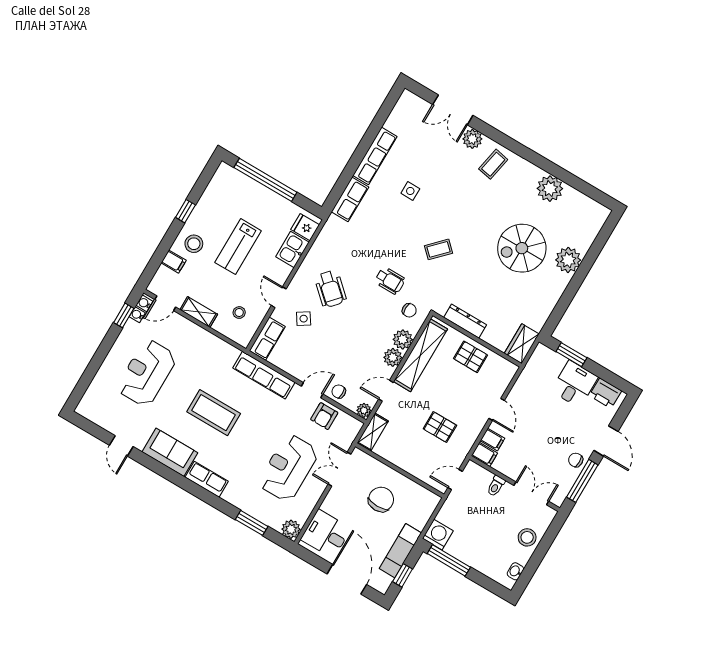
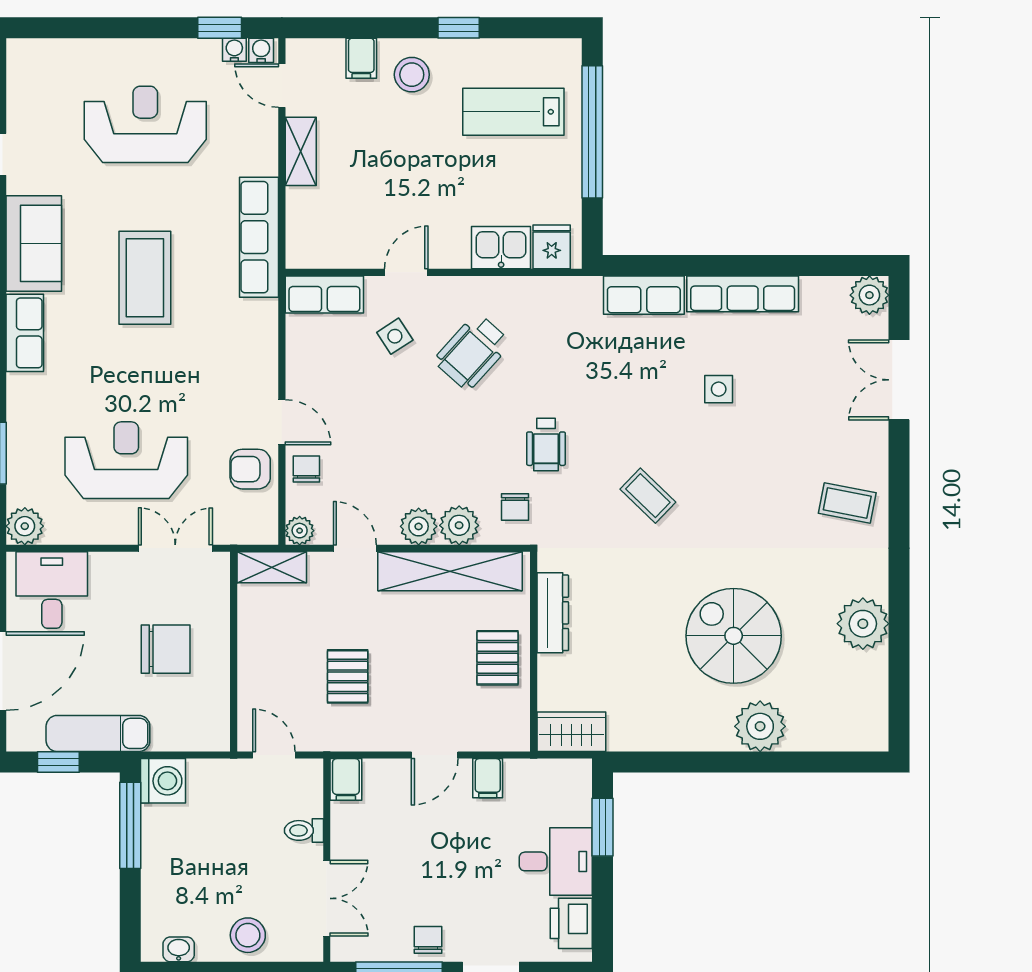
plant: (472, 139) -> (869, 295), moved
lab bench: (238, 247) -> (513, 112), moved
stool: (239, 313) -> (341, 221), removed
row of seats: (264, 375) -> (259, 237), moved
filing cabinet: (492, 440) -> (488, 778), moved

